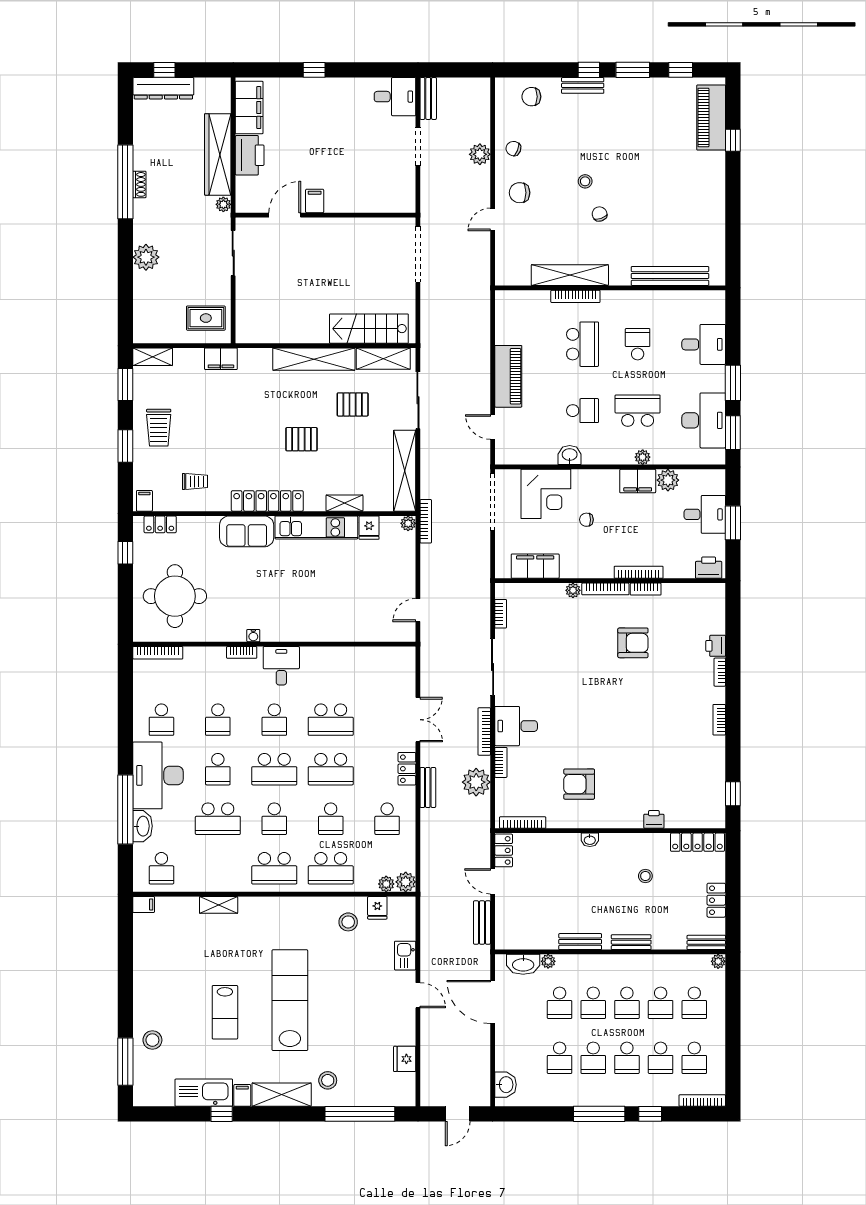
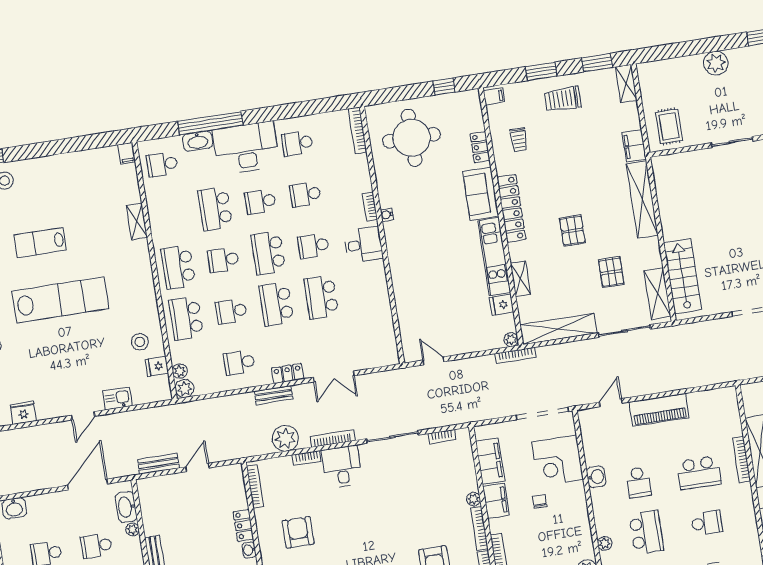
shelving: (314, 359) -> (642, 199), moved
filing cabinet: (638, 481) -> (496, 501), moved, turned 180
locker: (160, 524) -> (480, 147), moved
locker: (504, 850) -> (243, 525), moved, turned 90

